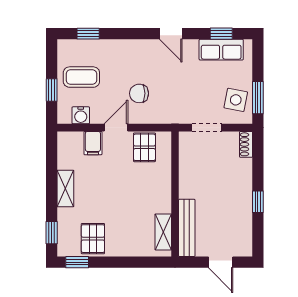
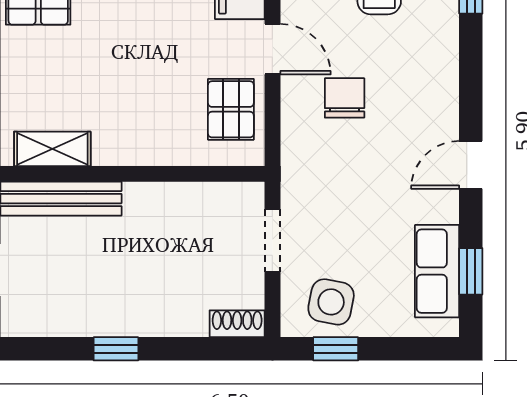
window: (258, 98) -> (336, 349), width x0.67
pallet: (144, 147) -> (231, 109), turned 90

